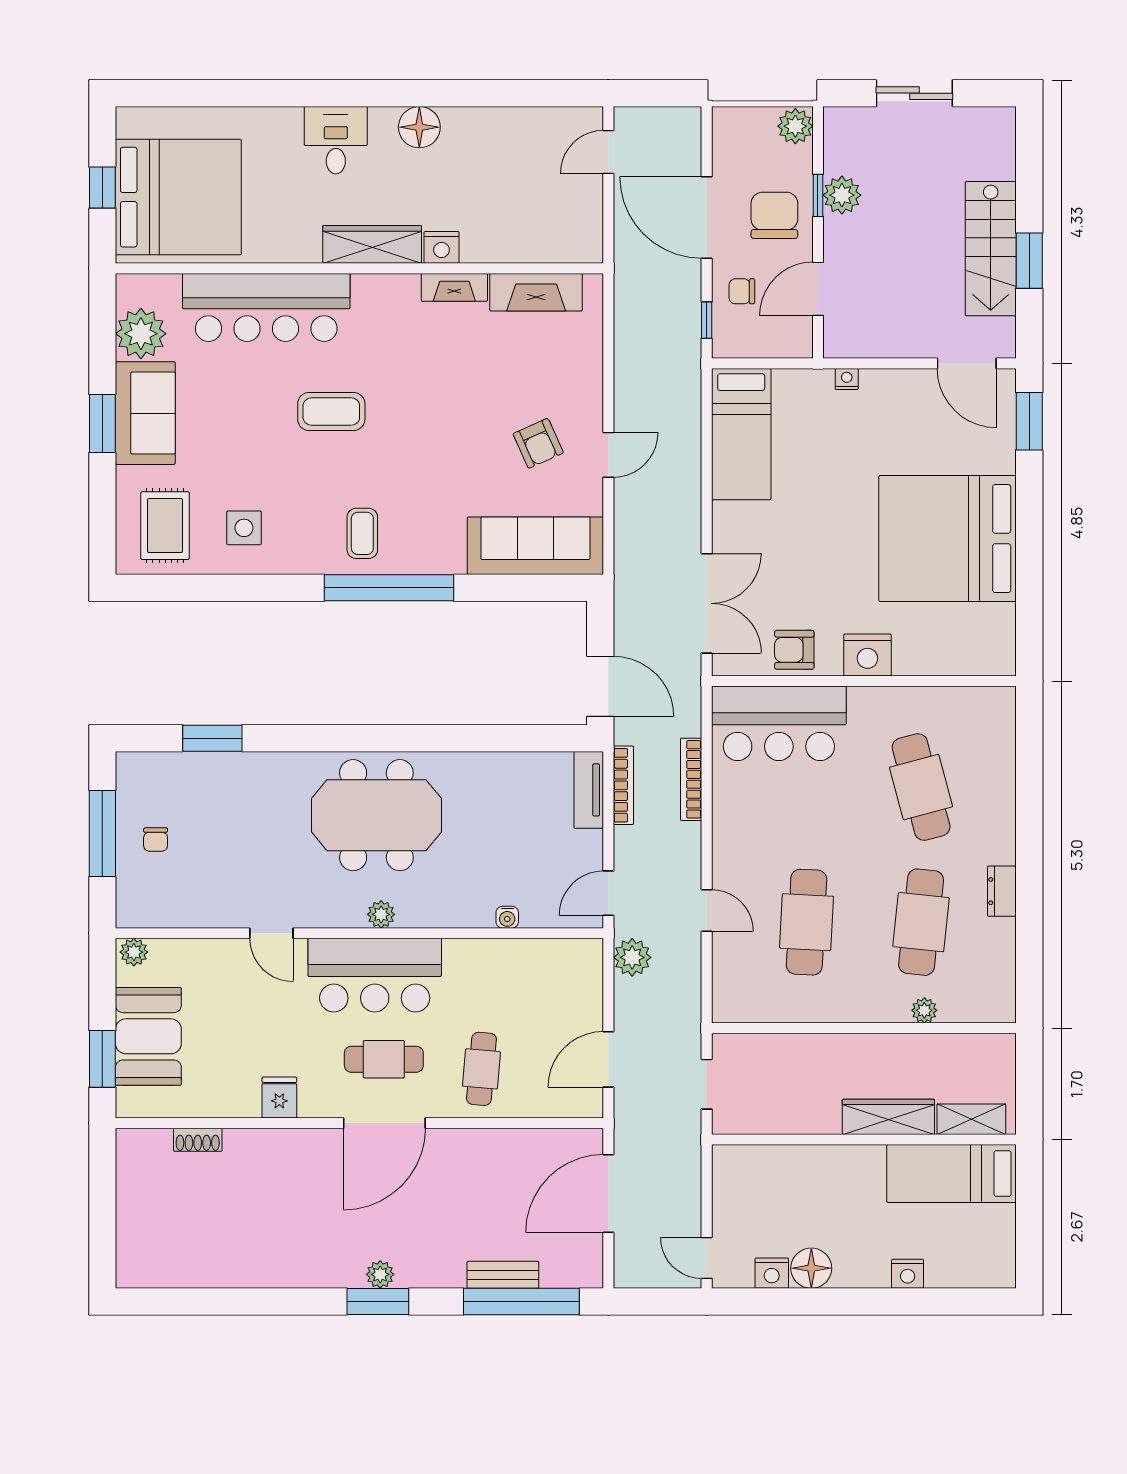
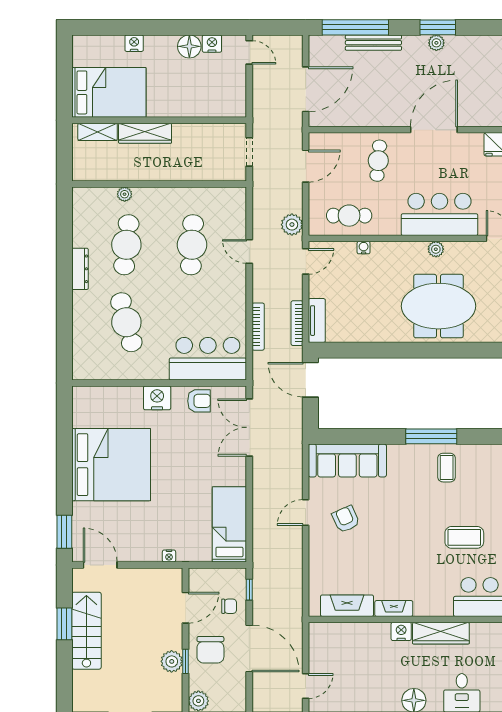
window: (389, 588) -> (431, 436), width x0.68
dresser: (1002, 891) -> (80, 269), width x1.44
cafe table: (384, 1059) -> (349, 216), moved
bed: (951, 1173) -> (109, 92), width x1.50
bench: (503, 1275) -> (373, 43), width x1.36

